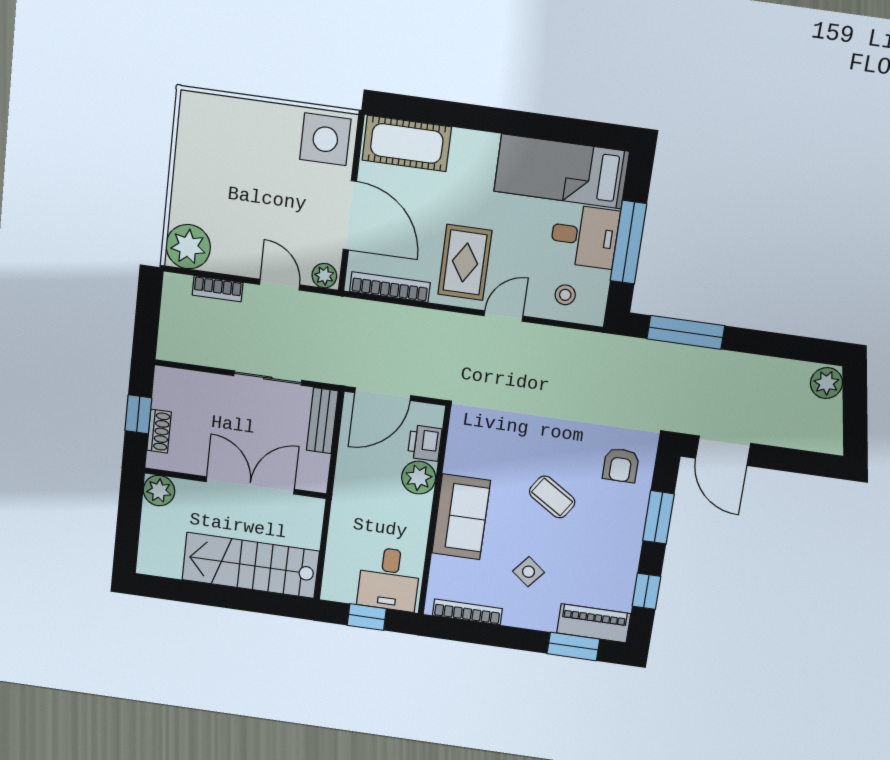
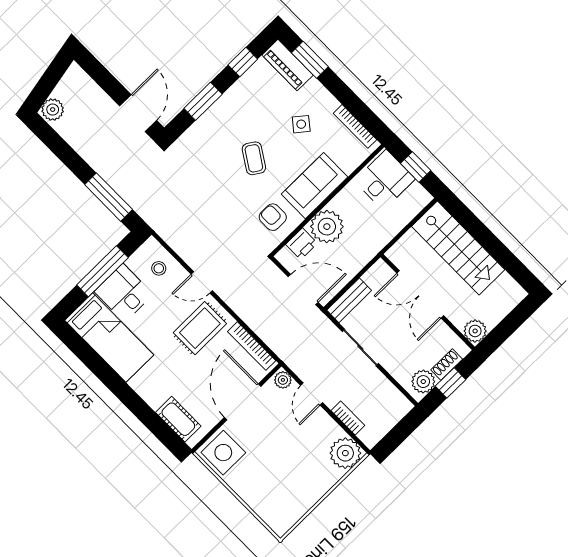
cot: (407, 143) -> (178, 419), width x0.73, depth x0.75
plant: (169, 393) -> (423, 382), added
armchair: (621, 465) -> (273, 217), moved, turned -90
plant: (419, 478) -> (327, 227), width x1.36, depth x1.36

